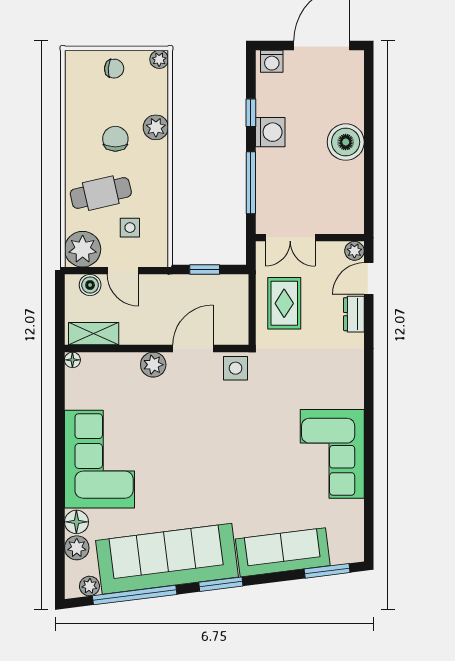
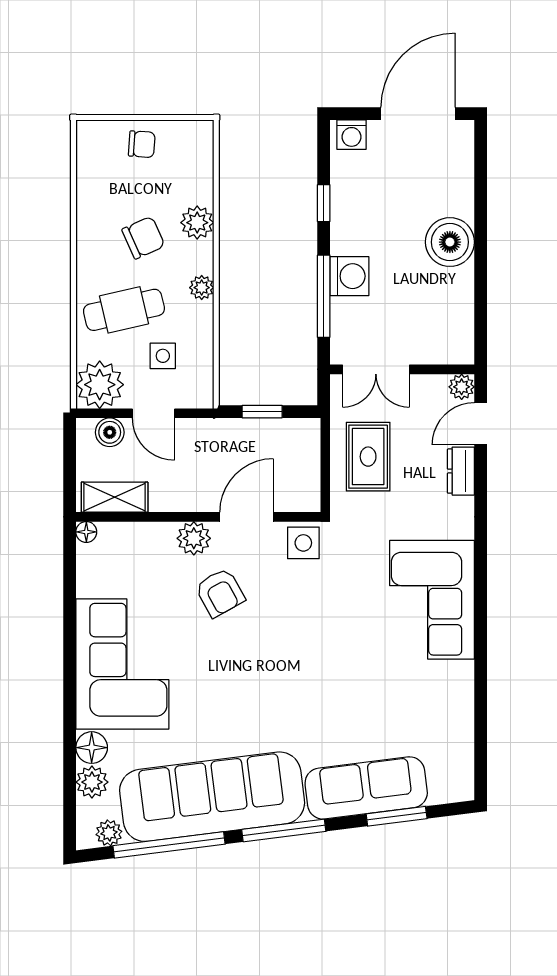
plant: (159, 59) -> (202, 288), moved
washing machine: (270, 132) -> (349, 276), moved
chair: (115, 139) -> (143, 238), turned 66
armchair: (173, 405) -> (220, 593), added
corner sofa: (332, 454) -> (432, 600), moved
window: (327, 571) -> (397, 816), moved
window: (221, 584) -> (284, 830), width x1.44

